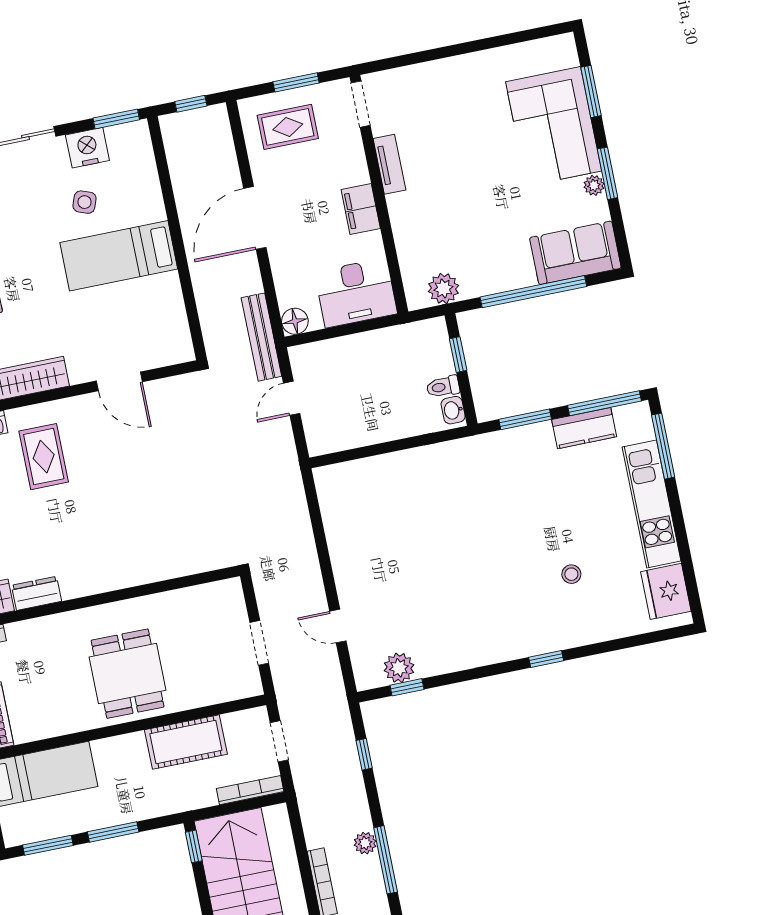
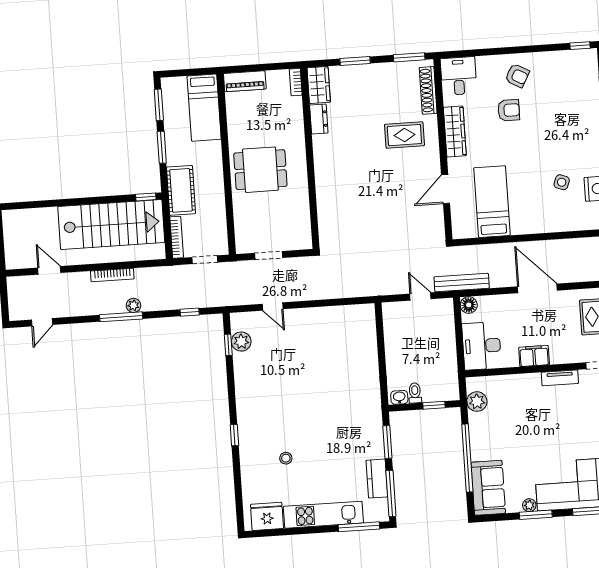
bed: (119, 256) -> (492, 202), moved
door: (338, 626) -> (273, 307), swing flipped
cot: (186, 742) -> (181, 190), moved

